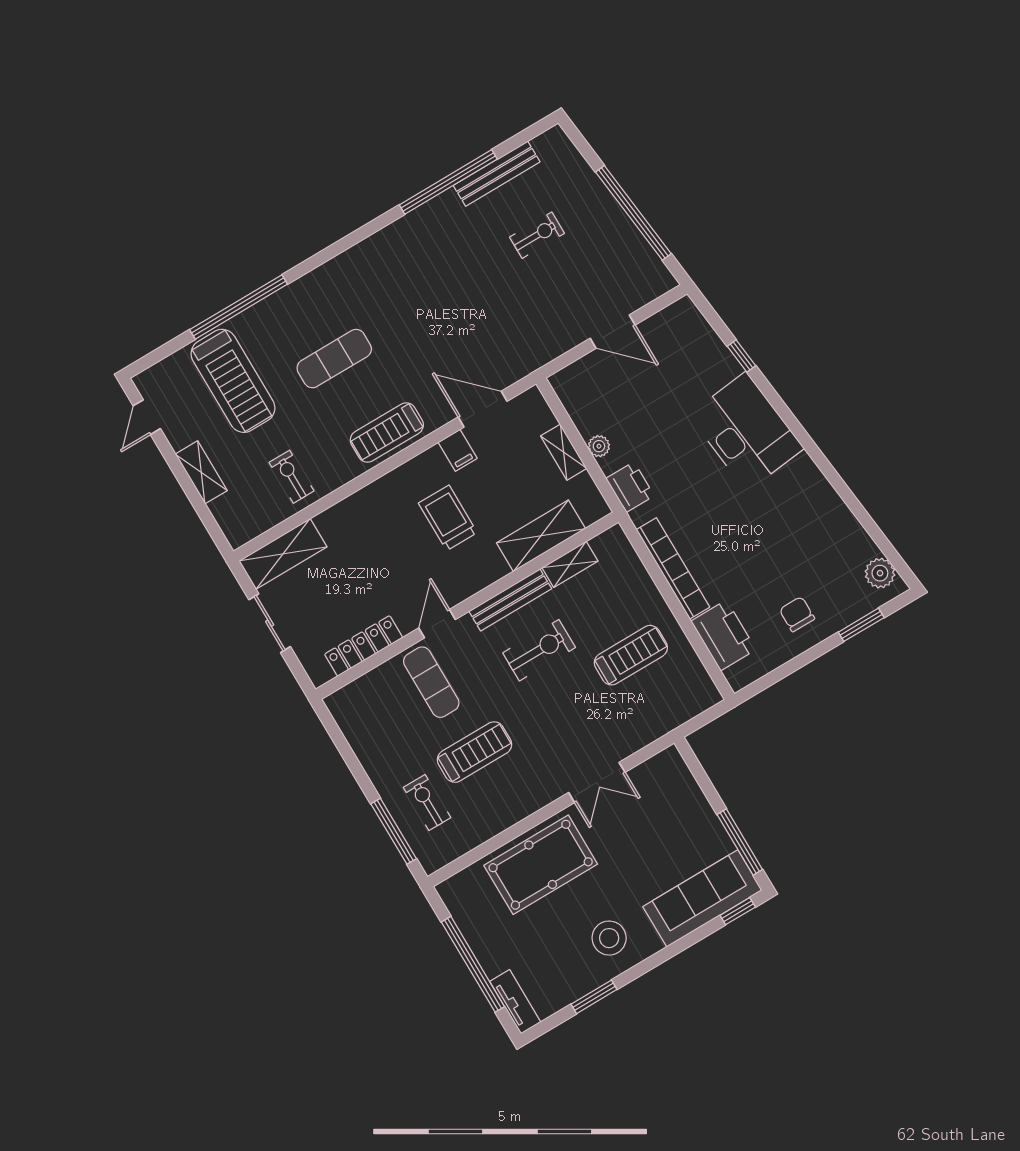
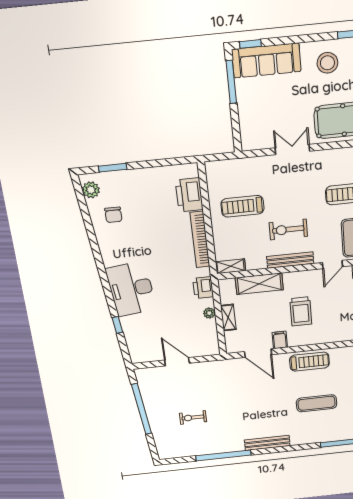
bench: (497, 174) -> (267, 443), moved
shelving: (570, 564) -> (231, 266), moved
chair: (797, 614) -> (113, 215), moved

